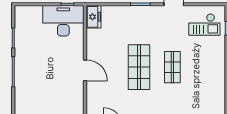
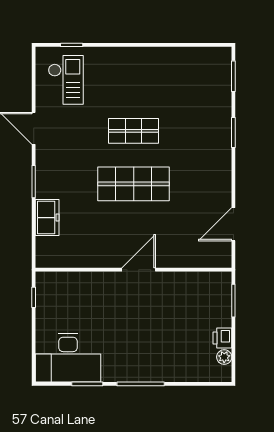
freezer: (94, 17) -> (47, 218), moved, turned 90
desk: (63, 21) -> (68, 358), moved, turned -90

